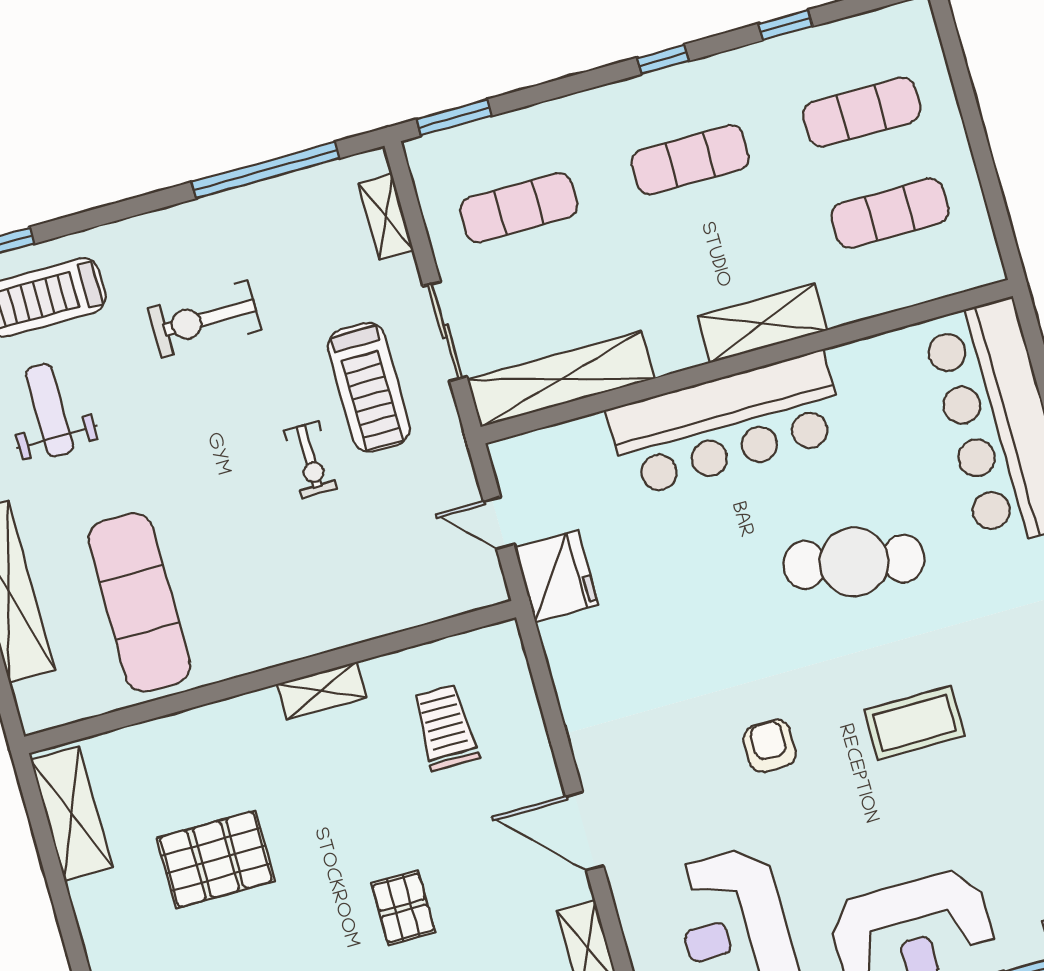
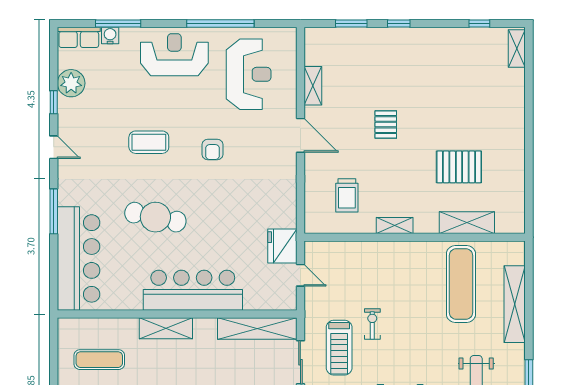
treadmill: (369, 387) -> (339, 348), turned 180
shelving: (72, 813) -> (467, 223), moved, turned 90

